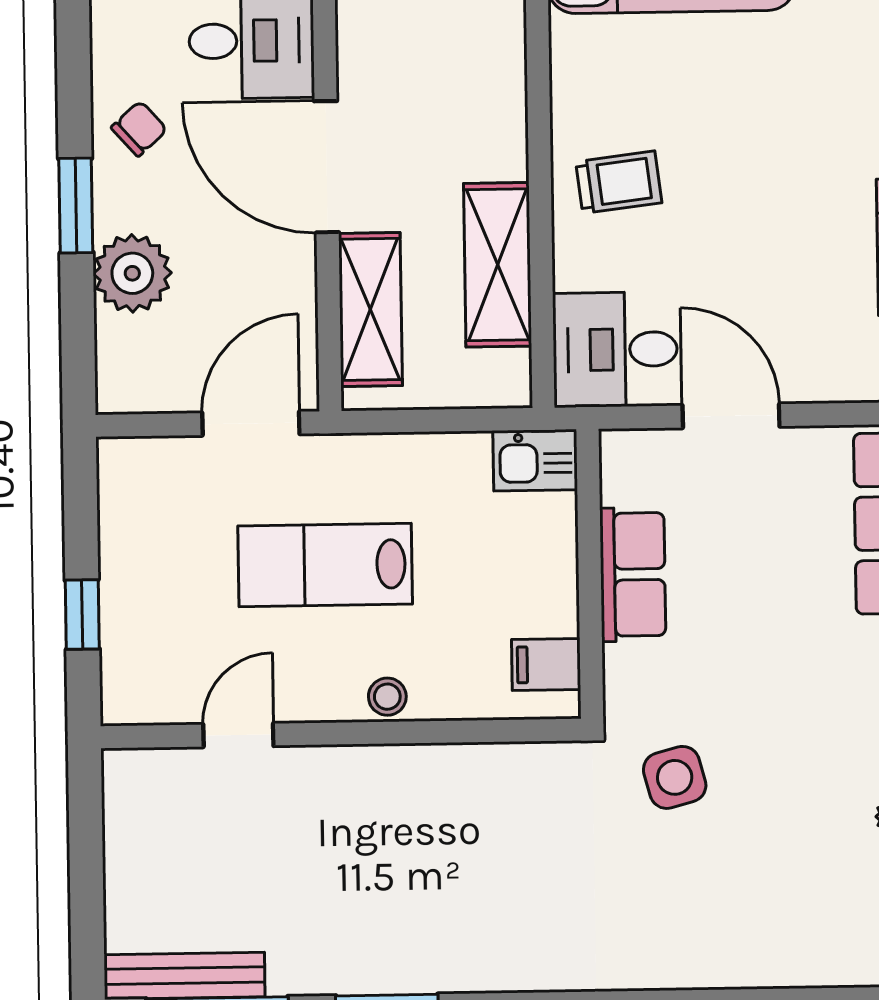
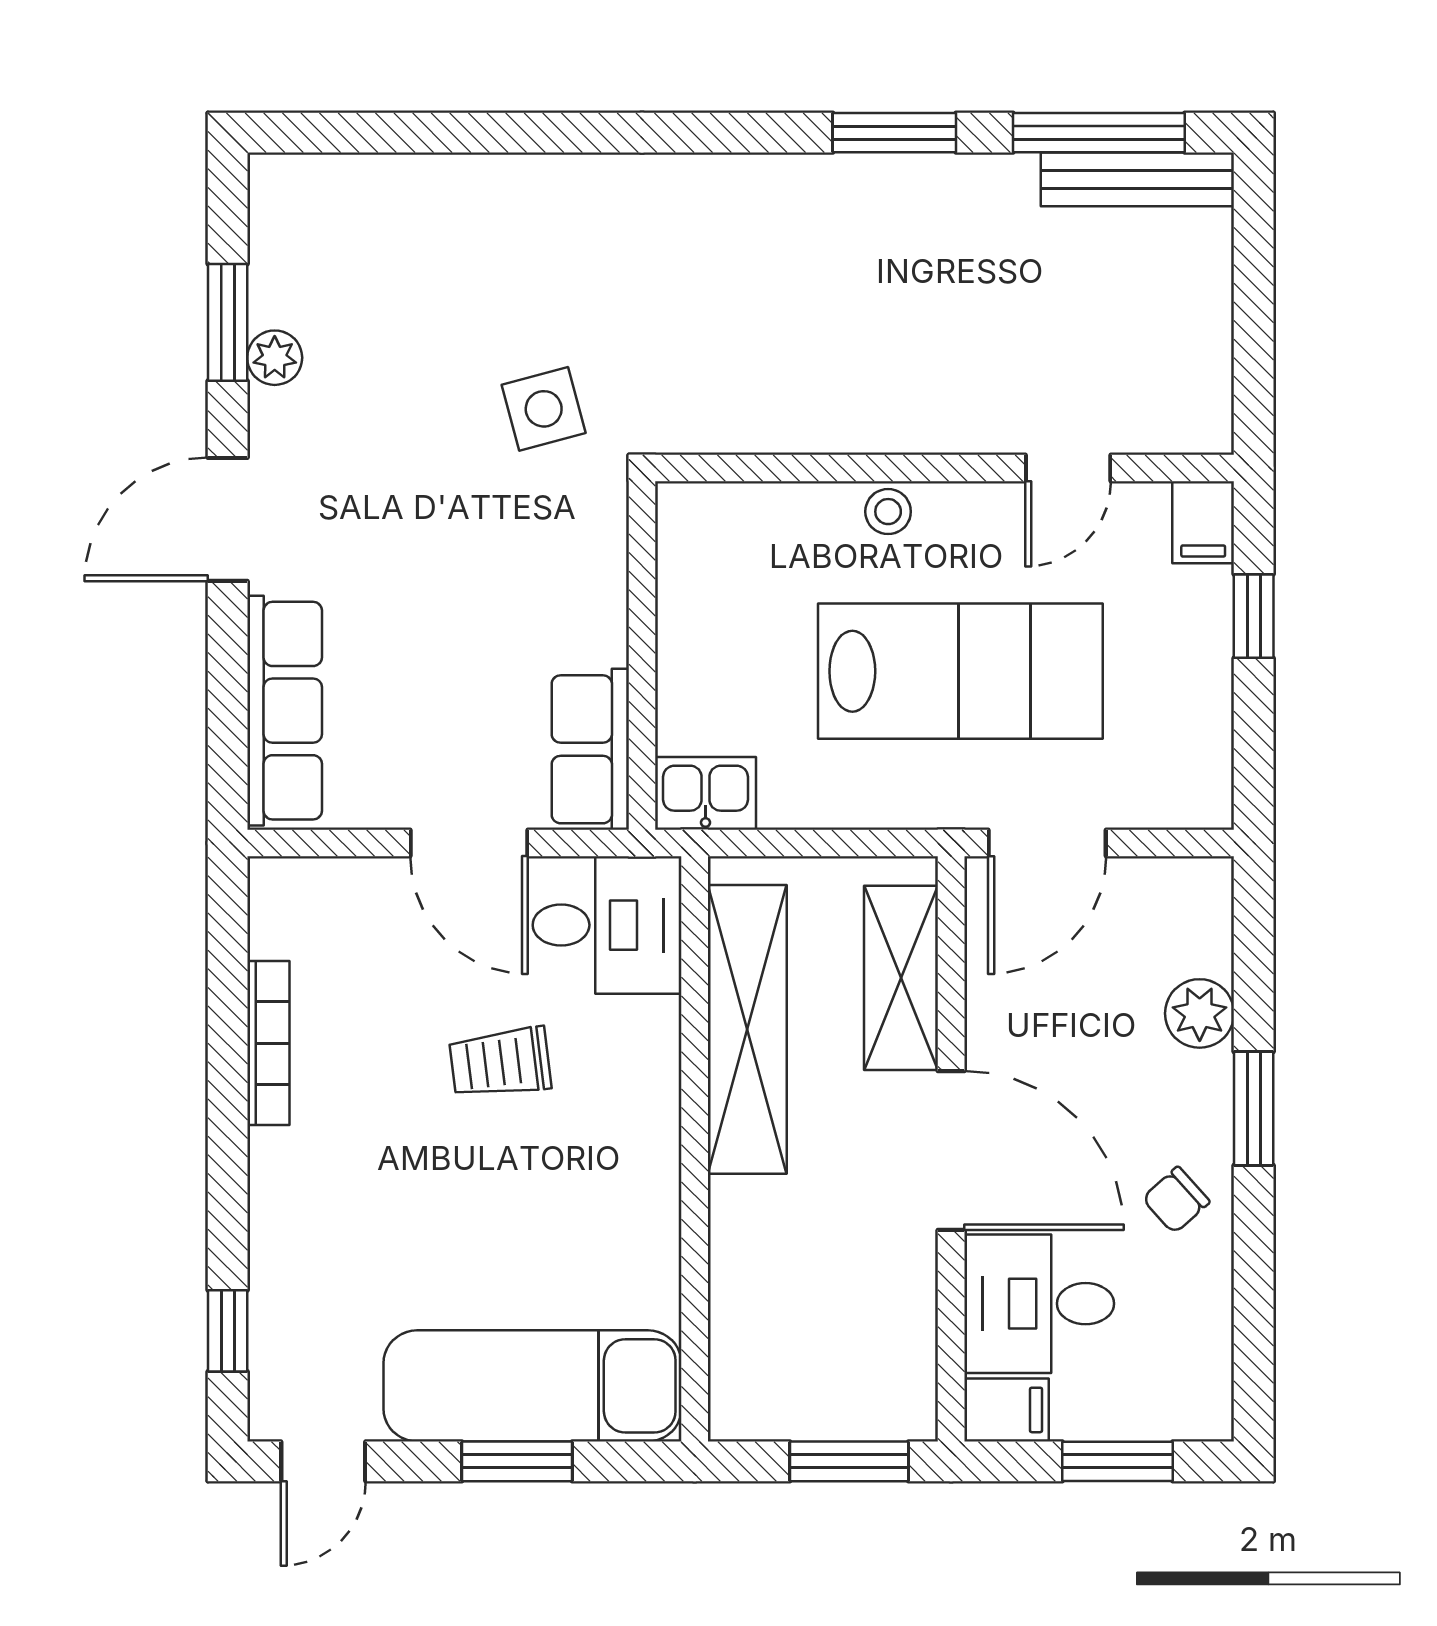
trolley: (619, 182) -> (500, 1063), moved
shelving: (498, 265) -> (747, 1029), width x1.47
plant: (132, 273) -> (1200, 1013), width x0.73, depth x0.73
lab bench: (325, 565) -> (960, 671), width x1.36, depth x1.39
row of seats: (633, 574) -> (590, 749), moved
filing cabinet: (546, 665) -> (1203, 522), moved, turned 90

